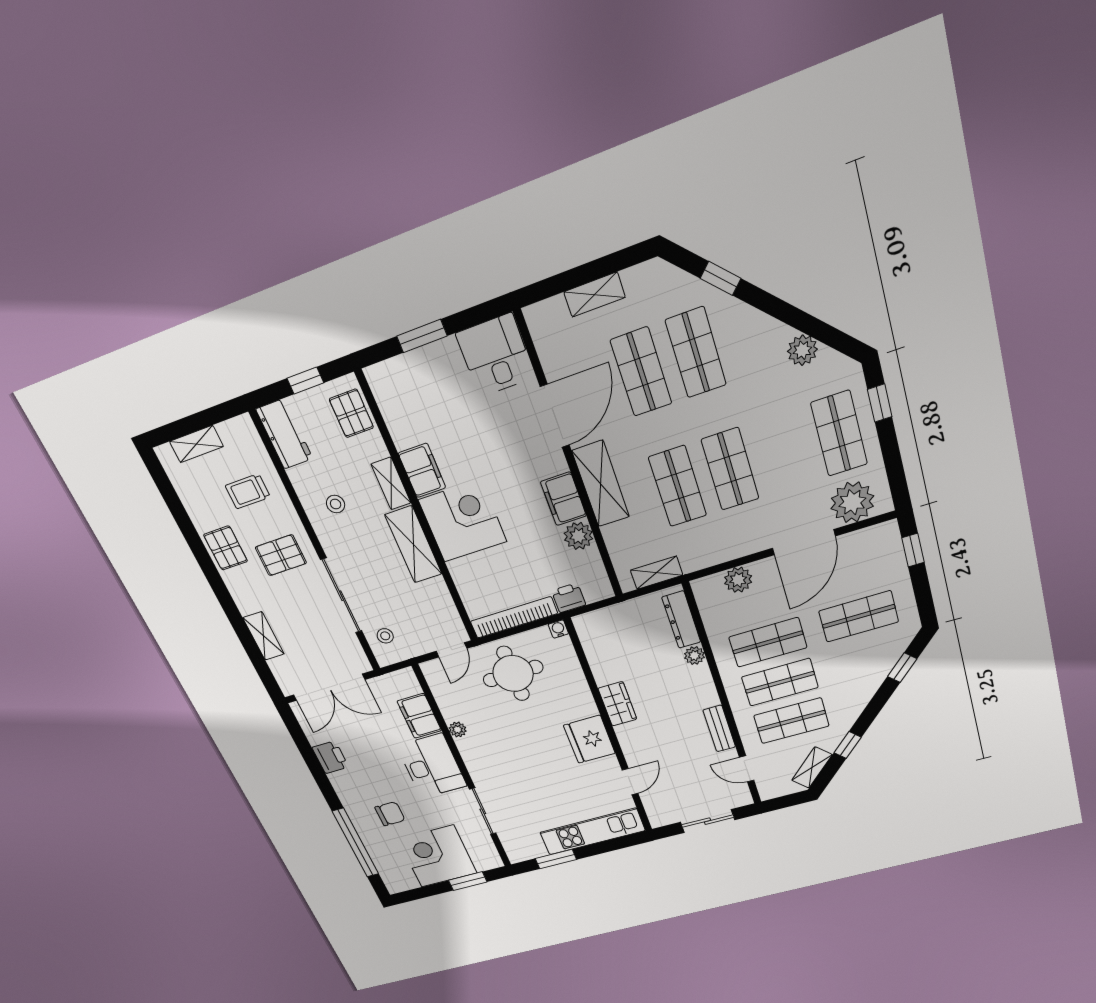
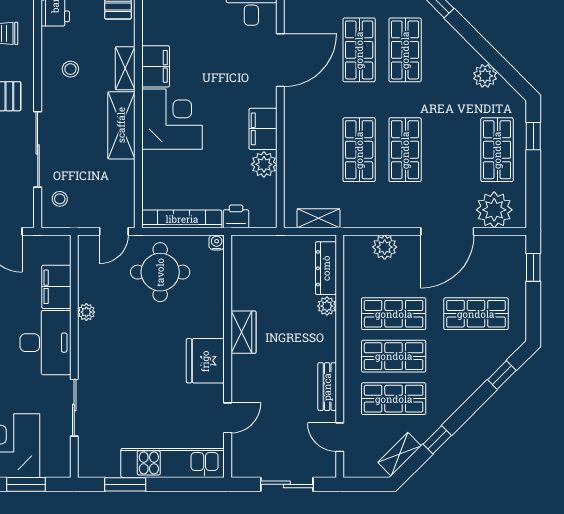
shelving: (601, 484) -> (298, 127), removed

